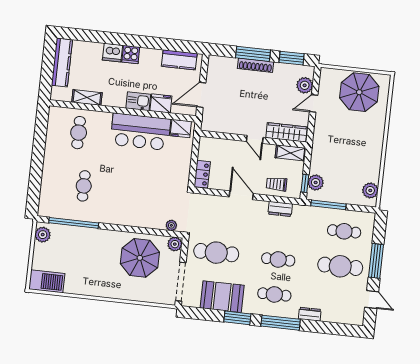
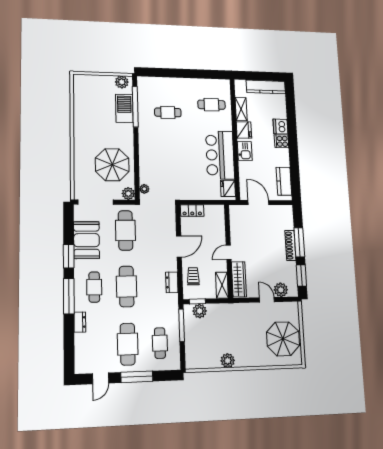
fridge: (161, 103) -> (244, 130), moved
plant: (370, 190) -> (228, 361), moved
cafe table: (278, 259) -> (127, 286), width x1.37, depth x1.35
barbecue: (47, 281) -> (124, 108), moved, turned 180

